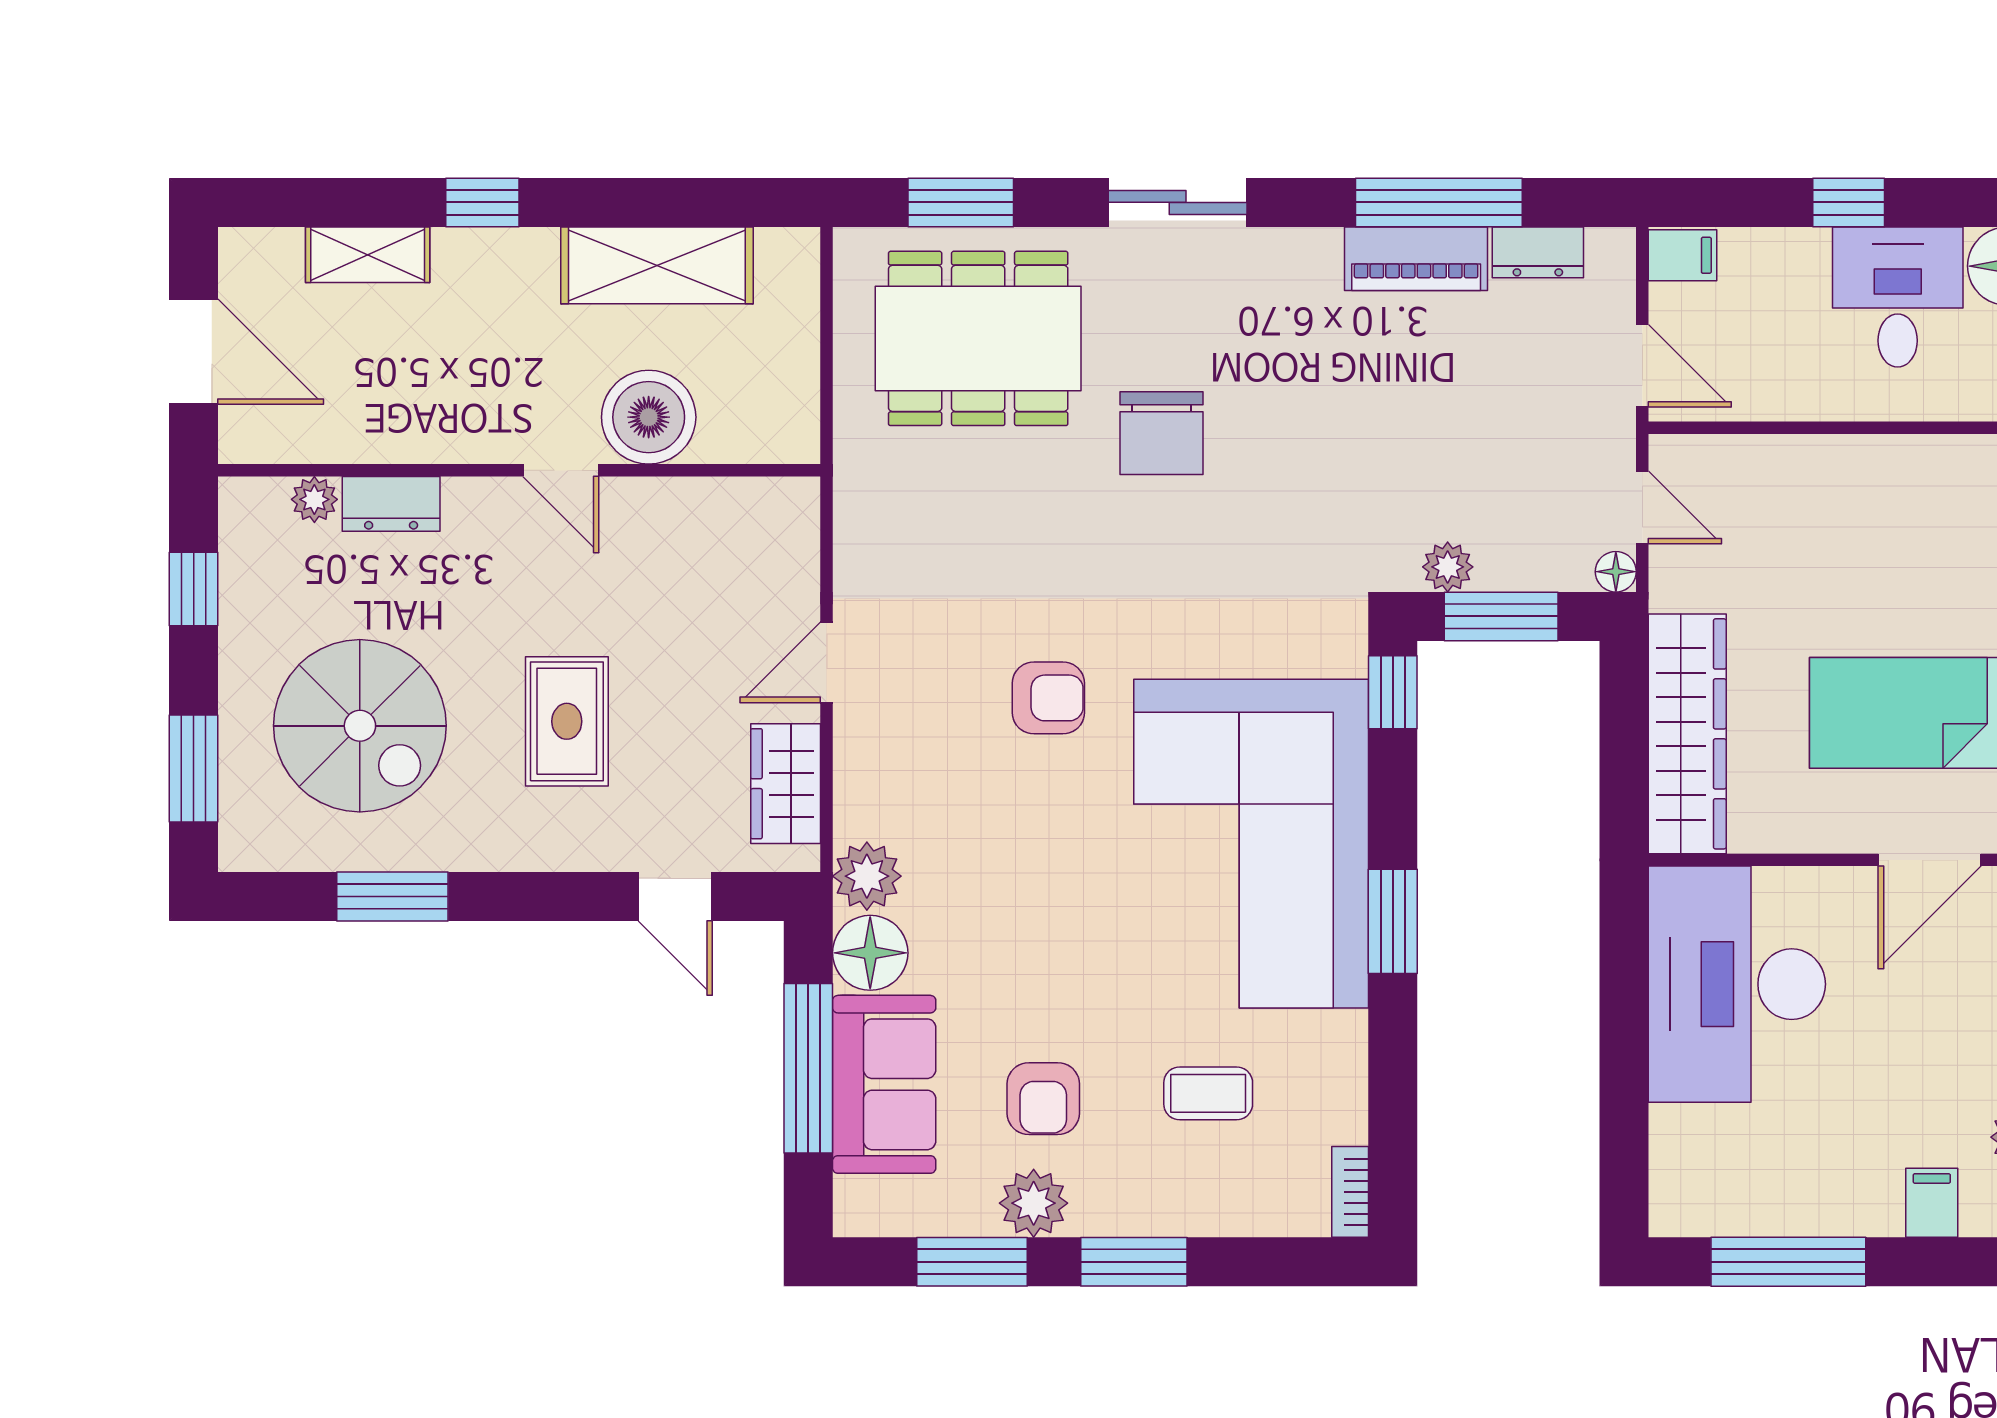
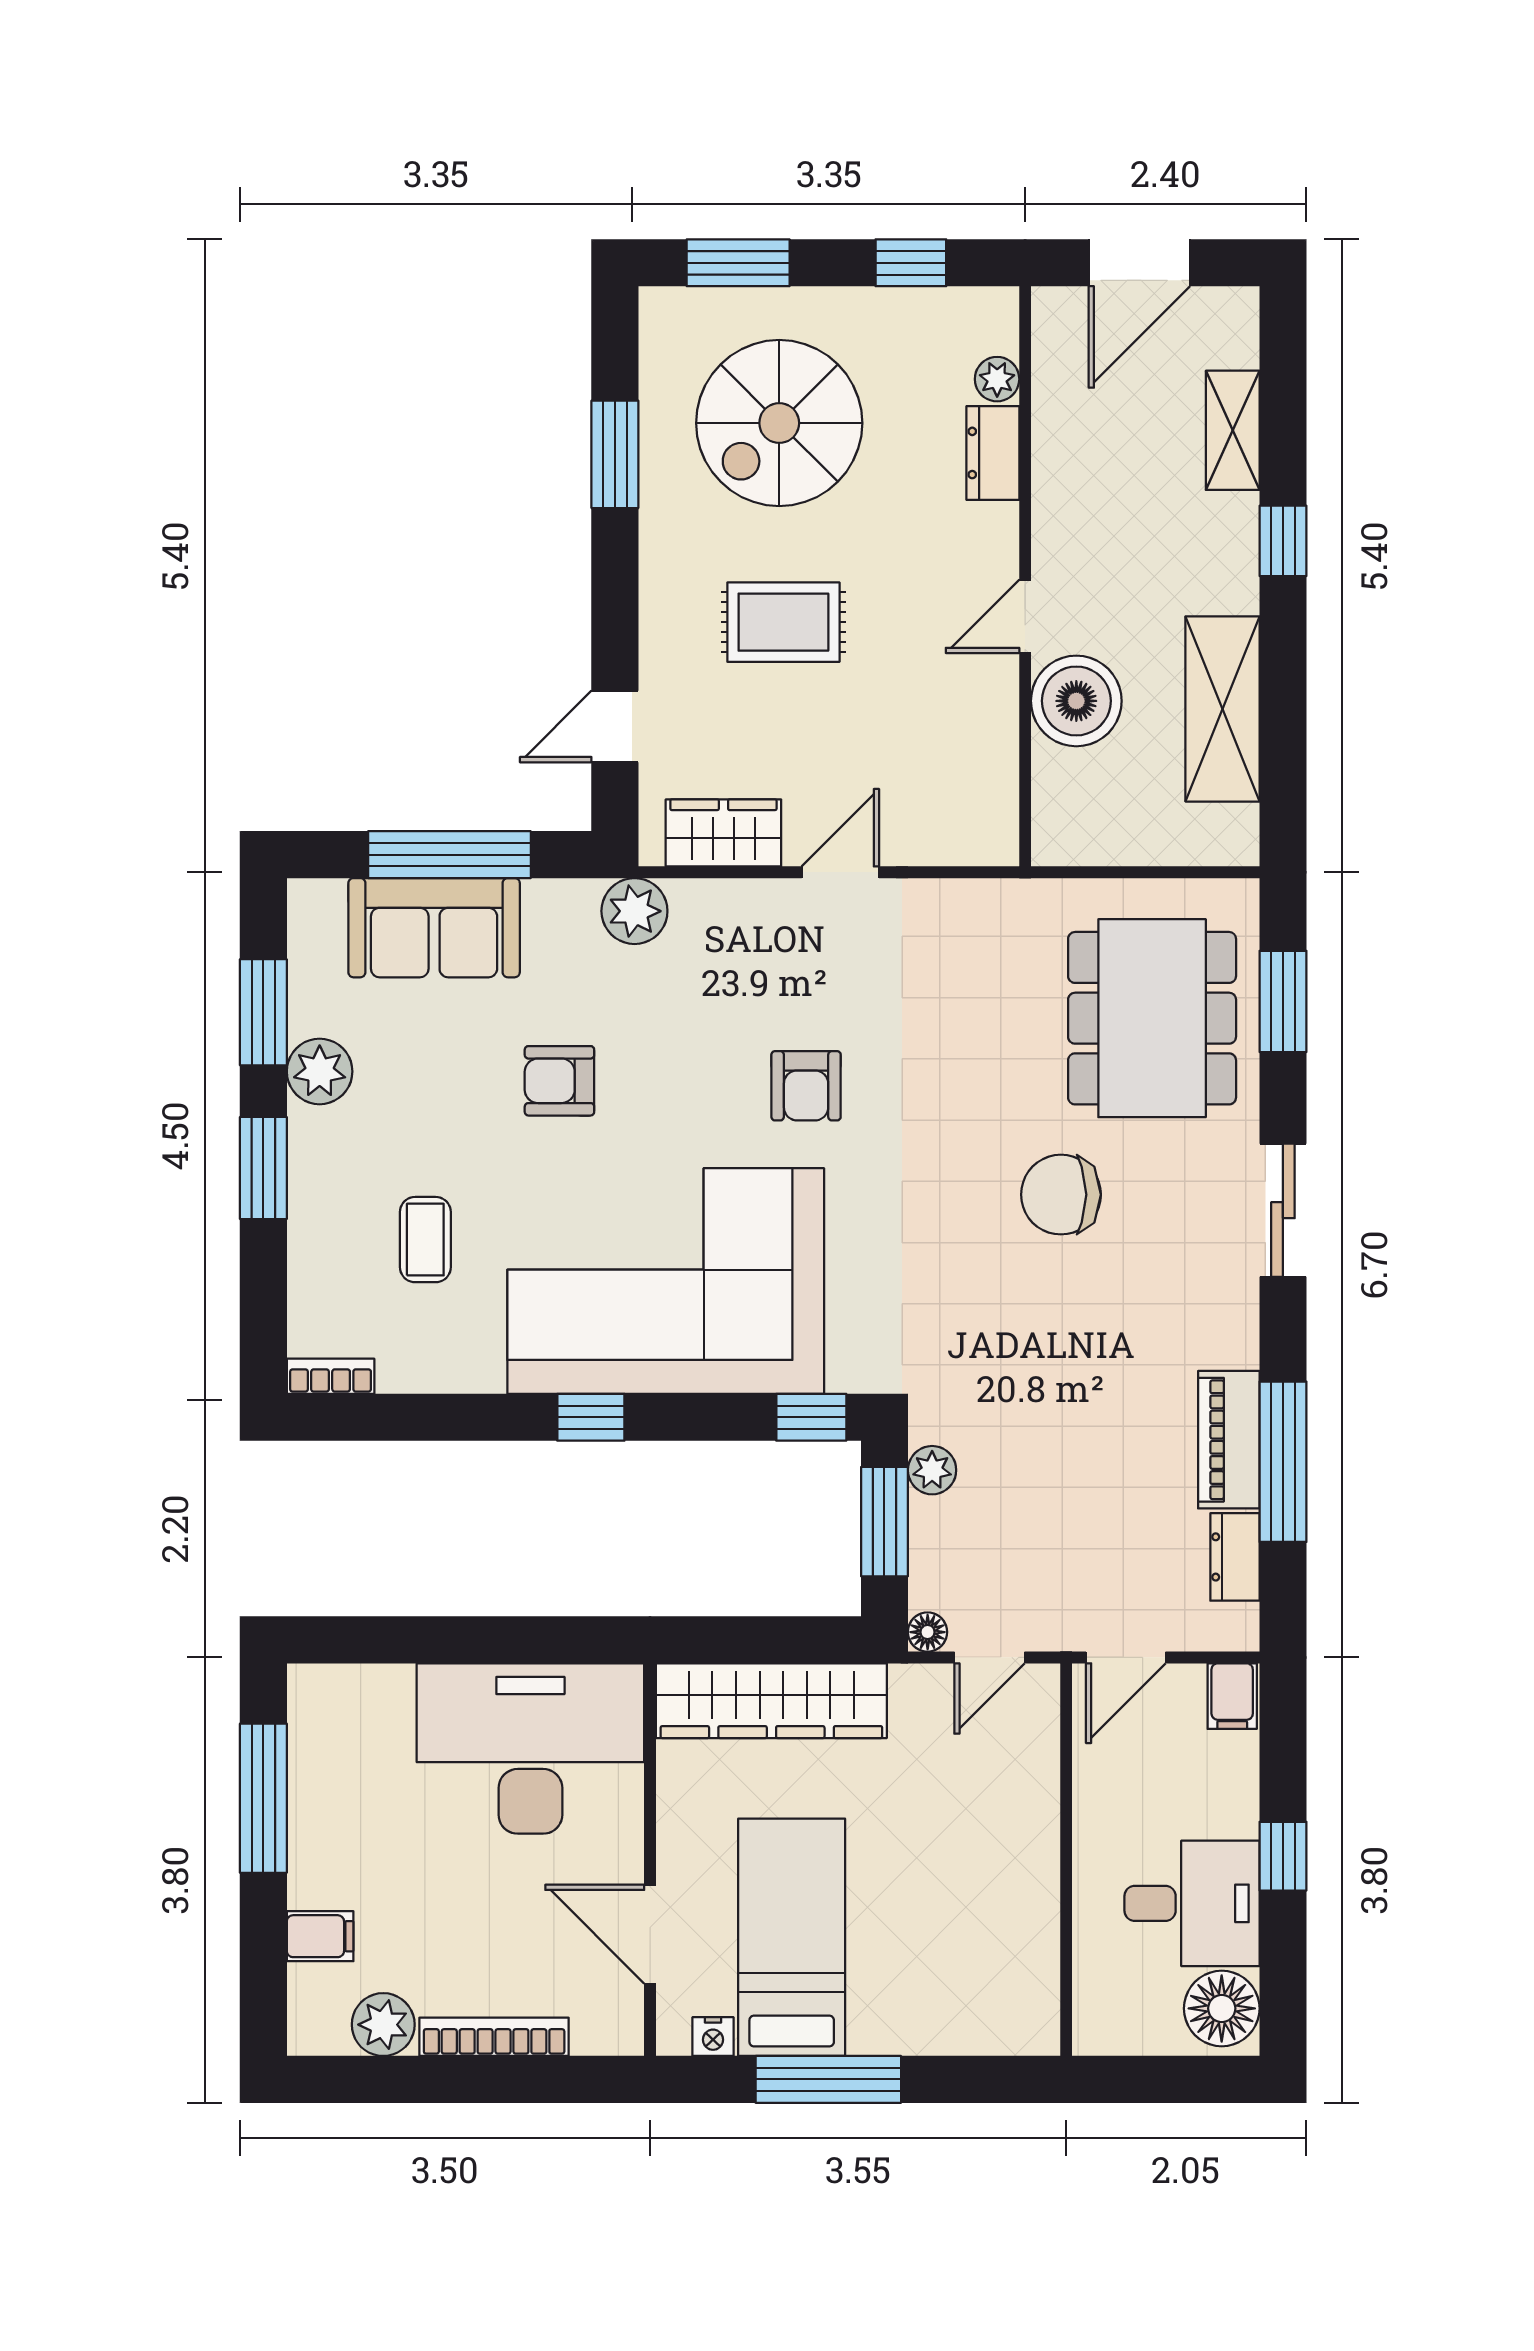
door: (827, 662) -> (840, 872), hinge flipped
window: (1393, 921) -> (591, 1417), width x0.67
floor lamp: (870, 953) -> (561, 914), removed
armchair: (1043, 1099) -> (559, 1081), moved

